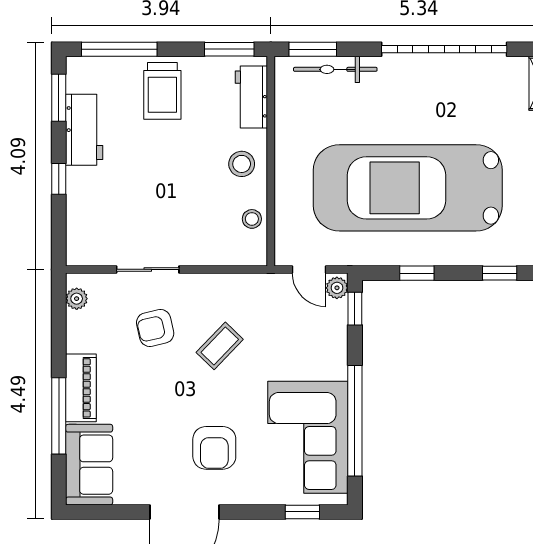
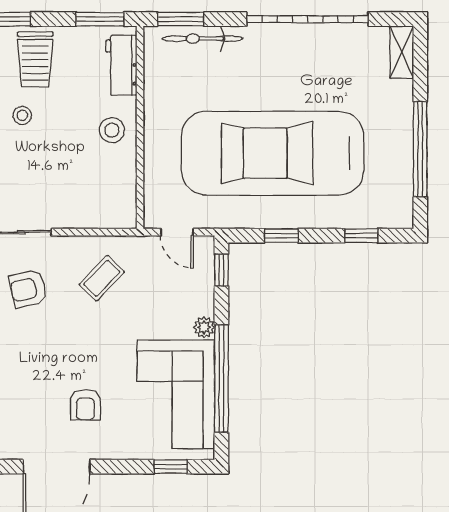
stool: (252, 219) -> (22, 115), moved
plant: (337, 288) -> (204, 327), moved
coffee table: (220, 346) -> (102, 278), moved
armchair: (214, 448) -> (85, 405), width x0.72, depth x0.72

